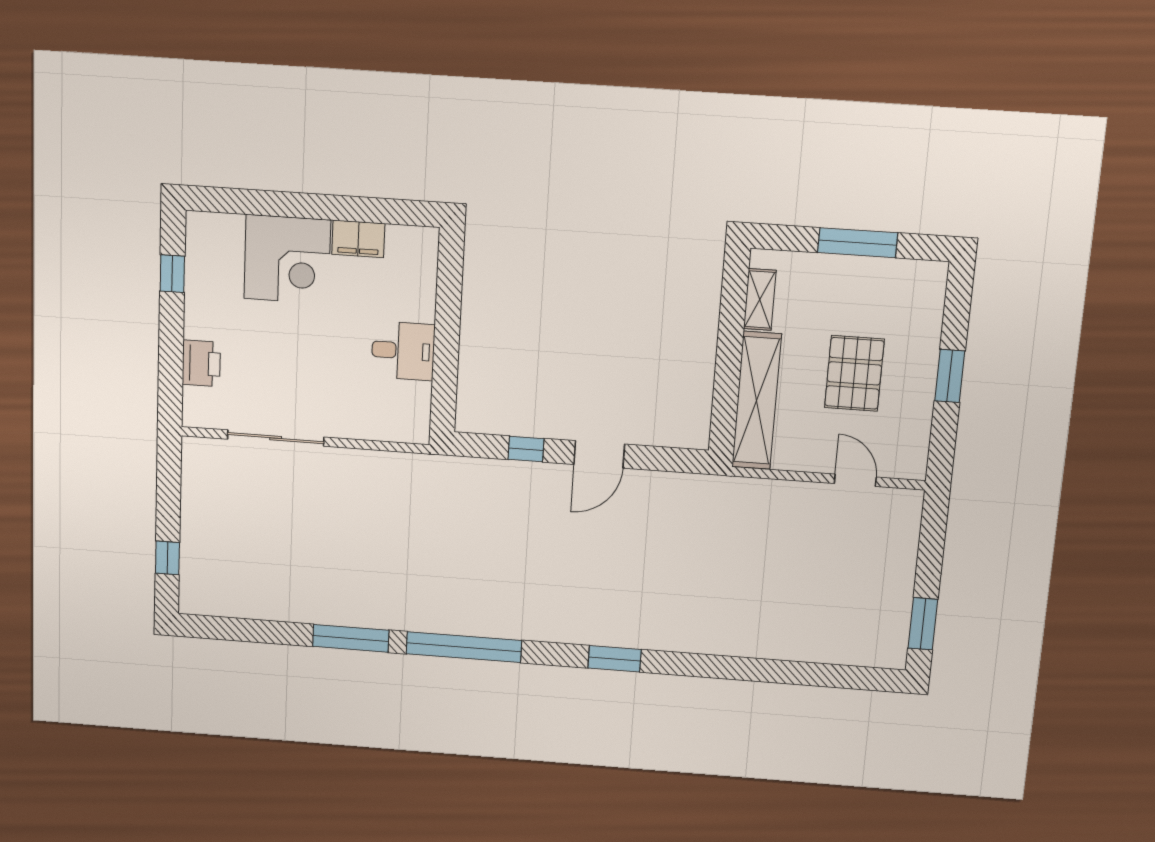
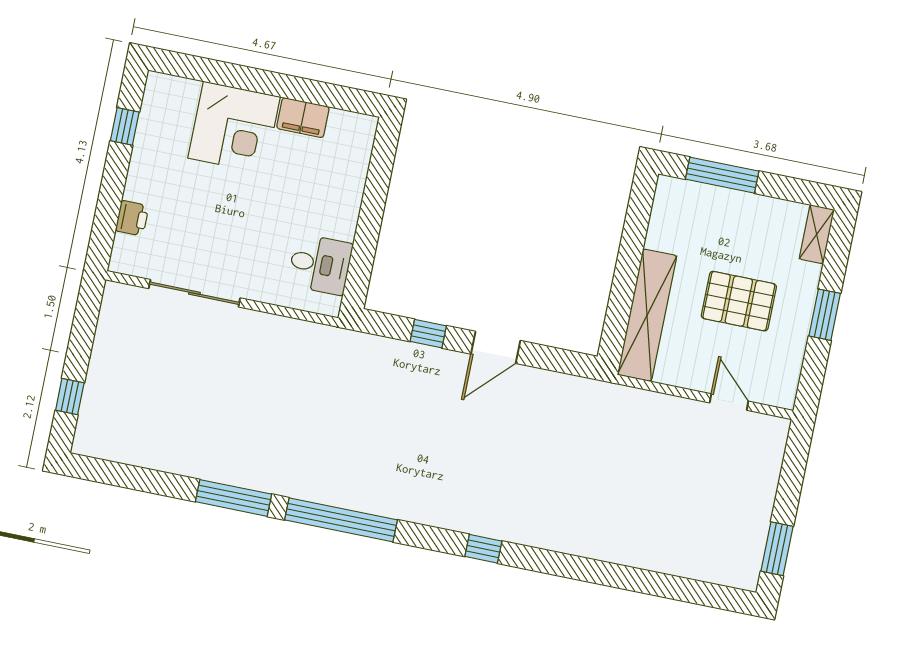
window: (858, 243) -> (722, 175), moved
shelving: (760, 300) -> (817, 234), moved
desk: (403, 351) -> (320, 264), moved
printer: (201, 363) -> (132, 218), width x0.73, depth x0.81
pallet: (854, 373) -> (739, 301), turned 90
window: (615, 659) -> (483, 549), width x0.67

